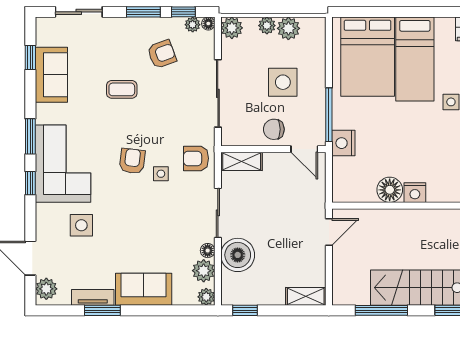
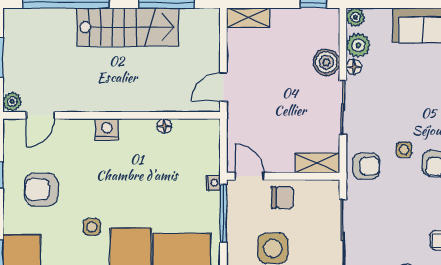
nightstand: (343, 143) -> (213, 183), width x0.53, depth x0.56
floor lamp: (390, 190) -> (164, 126), width x0.53, depth x0.53
nightstand: (415, 193) -> (107, 129), moved
boiler: (238, 255) -> (326, 62), width x0.73, depth x0.73

